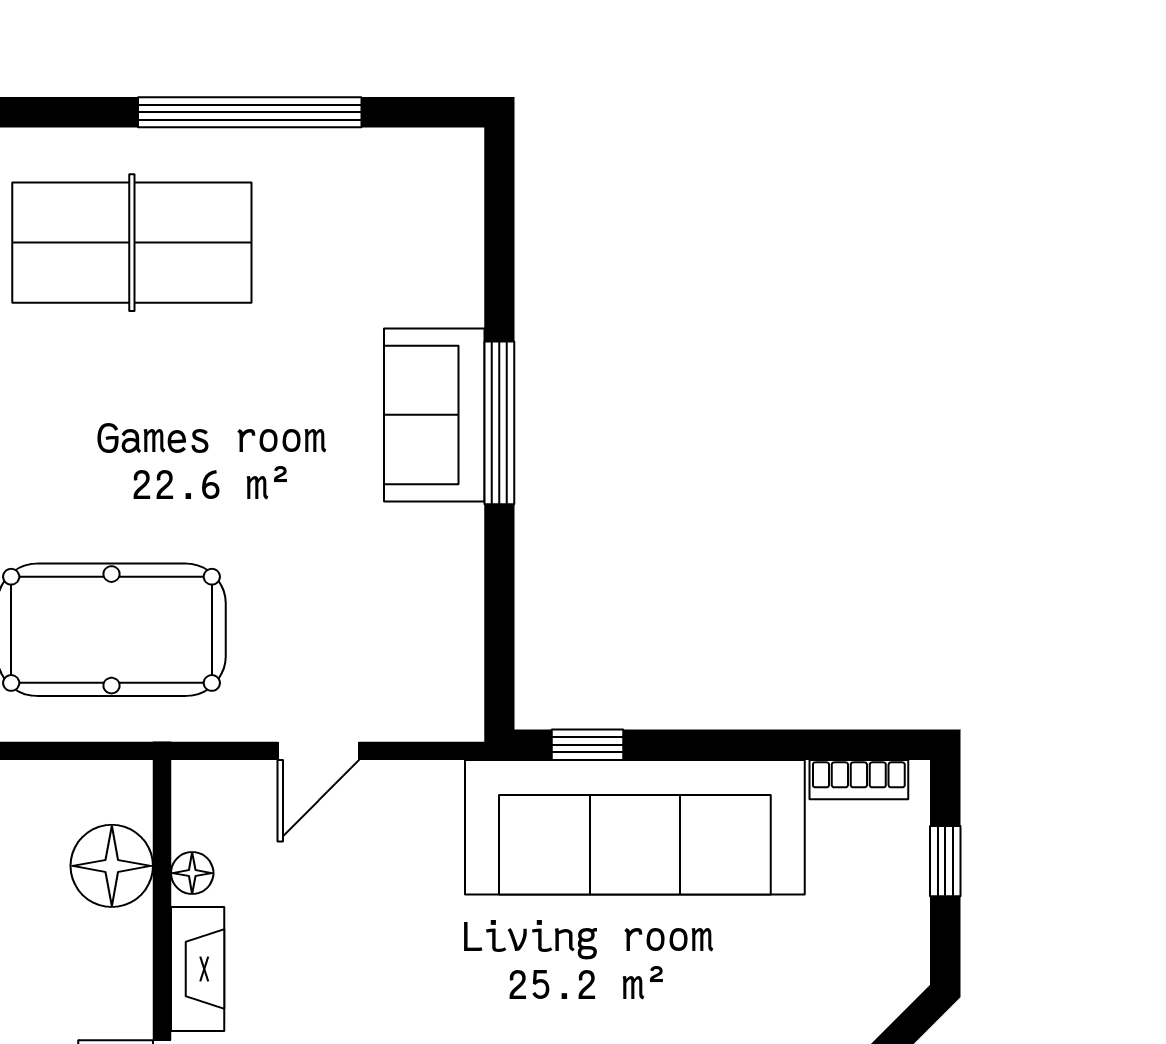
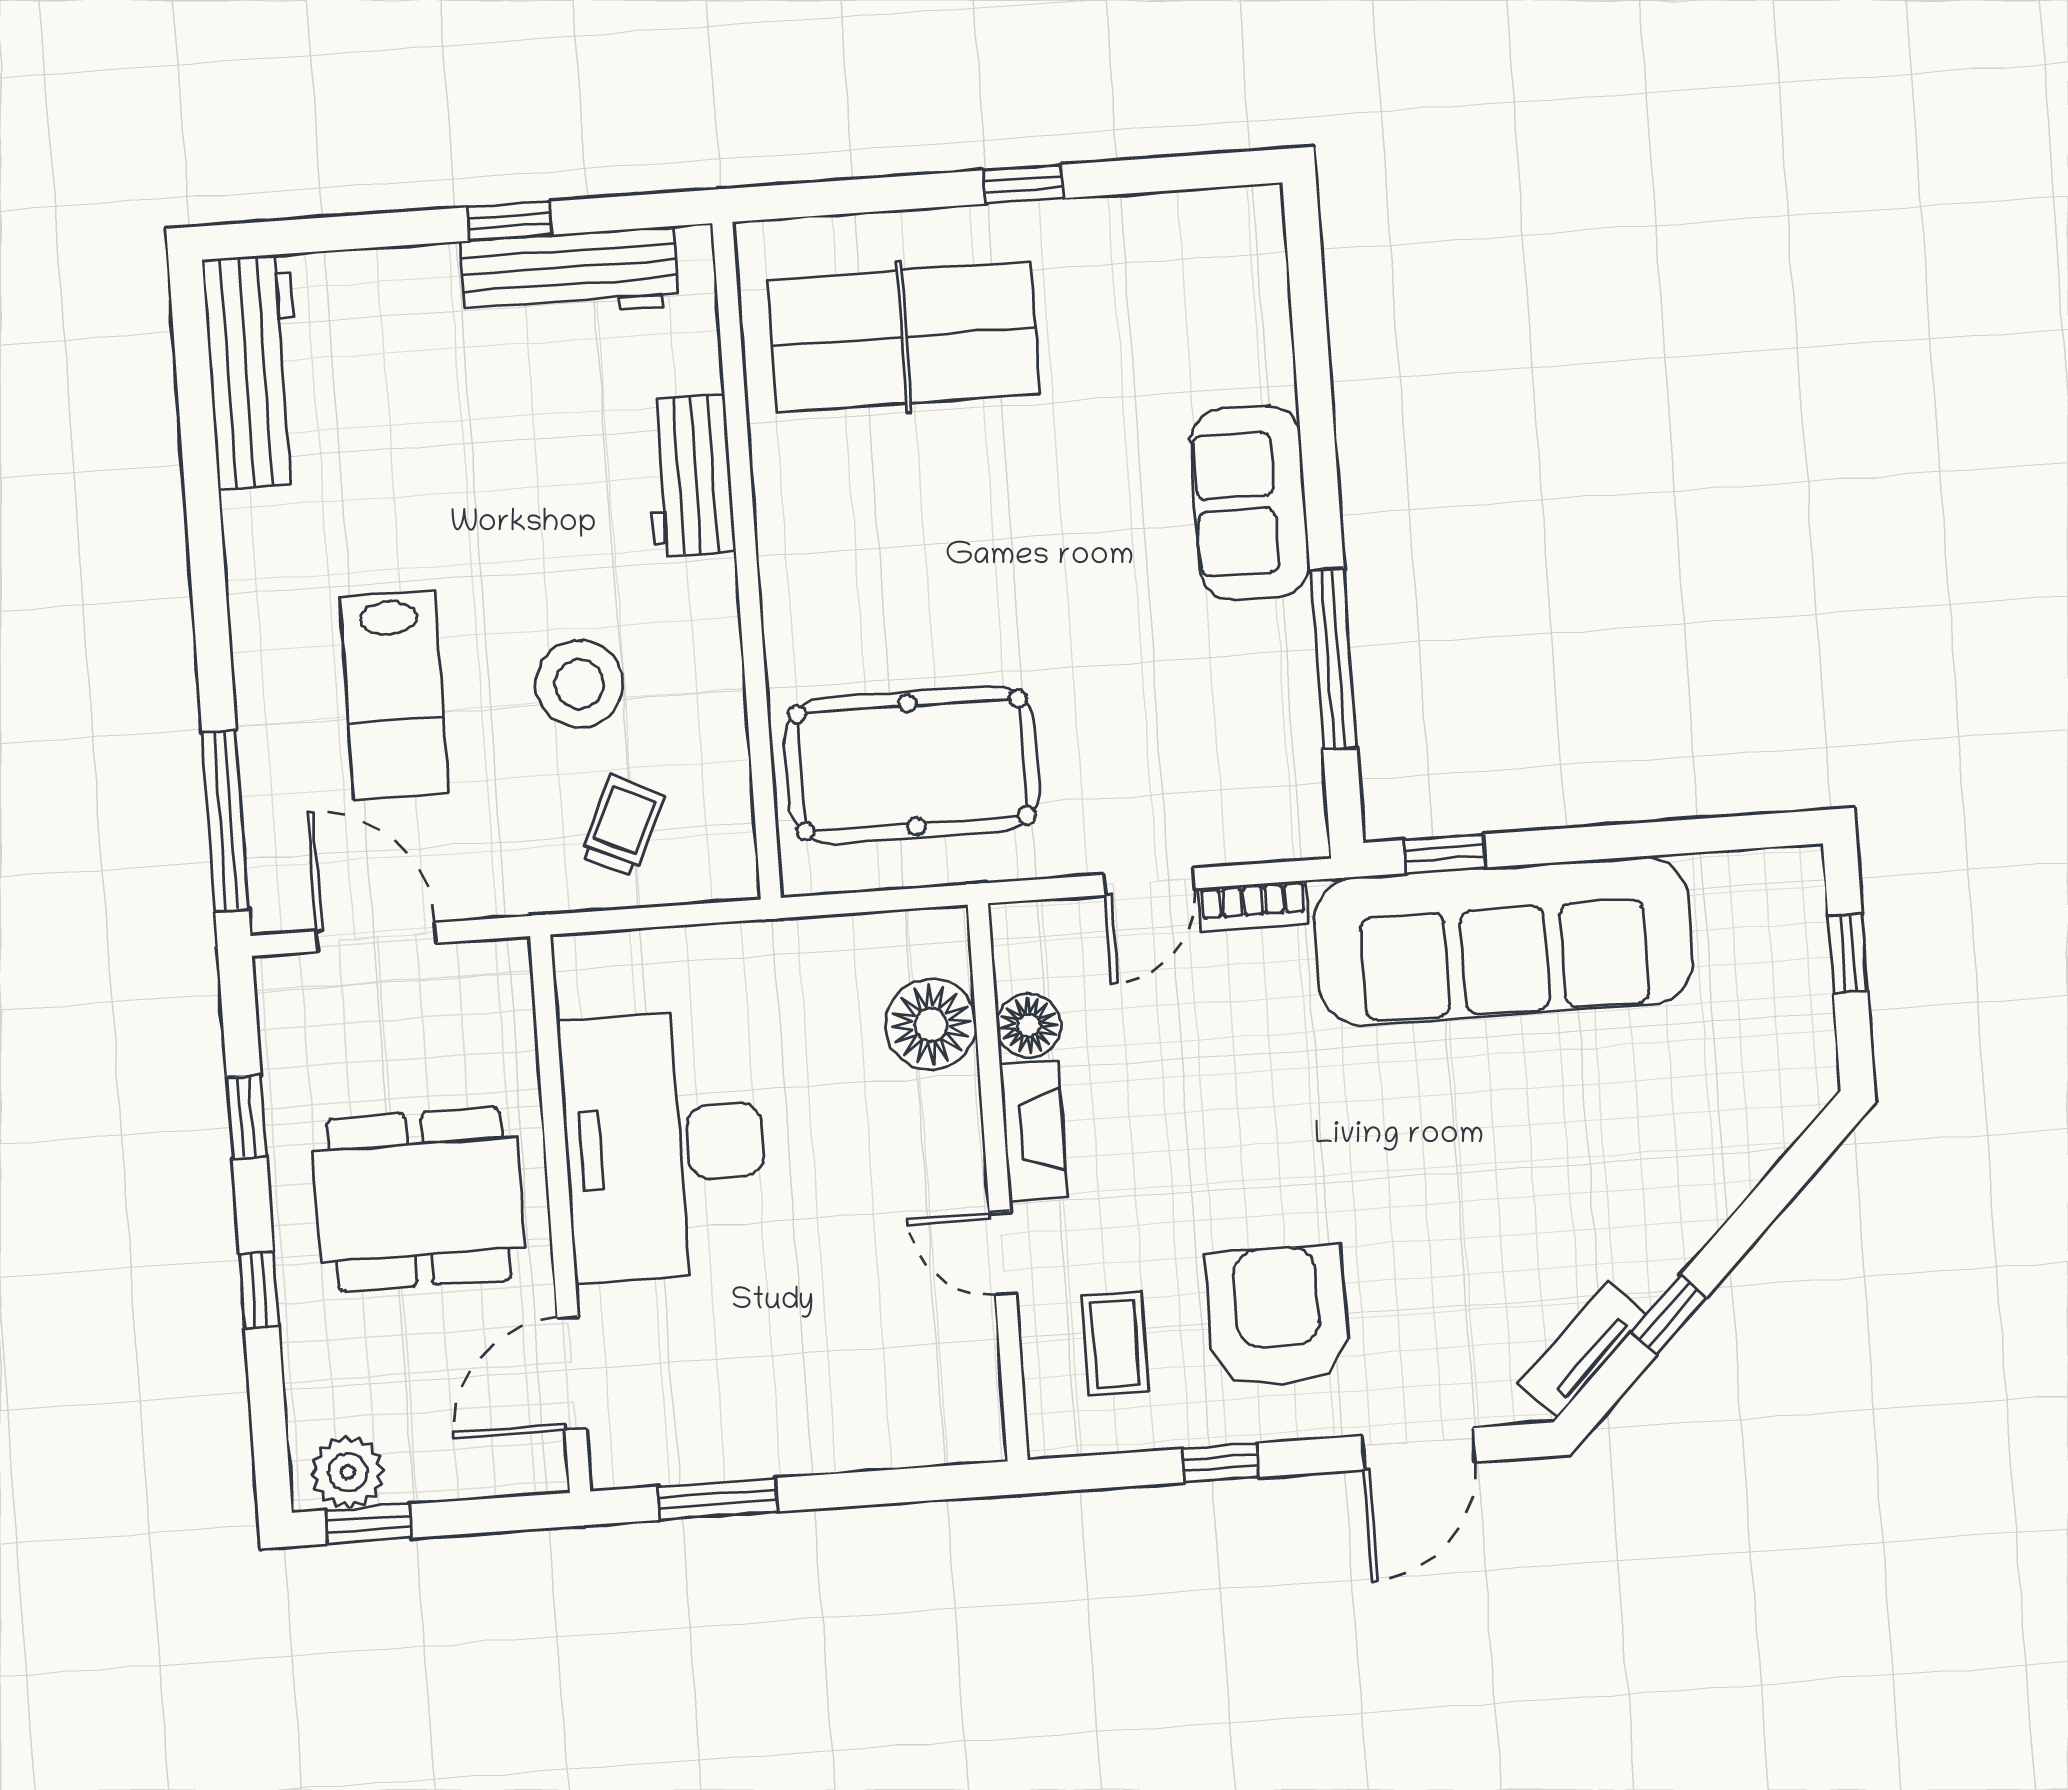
window: (250, 112) -> (1023, 184), width x0.32
window: (499, 423) -> (1333, 659), moved
bookcase: (859, 780) -> (1253, 906), moved
floor lamp: (192, 873) -> (1029, 1025), width x1.37, depth x1.37

